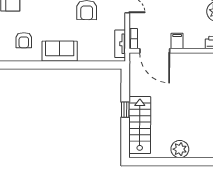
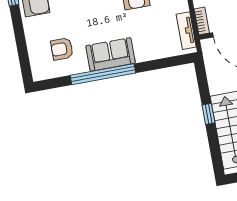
armchair: (24, 40) -> (62, 49), turned 90
window: (51, 65) -> (103, 74), added

